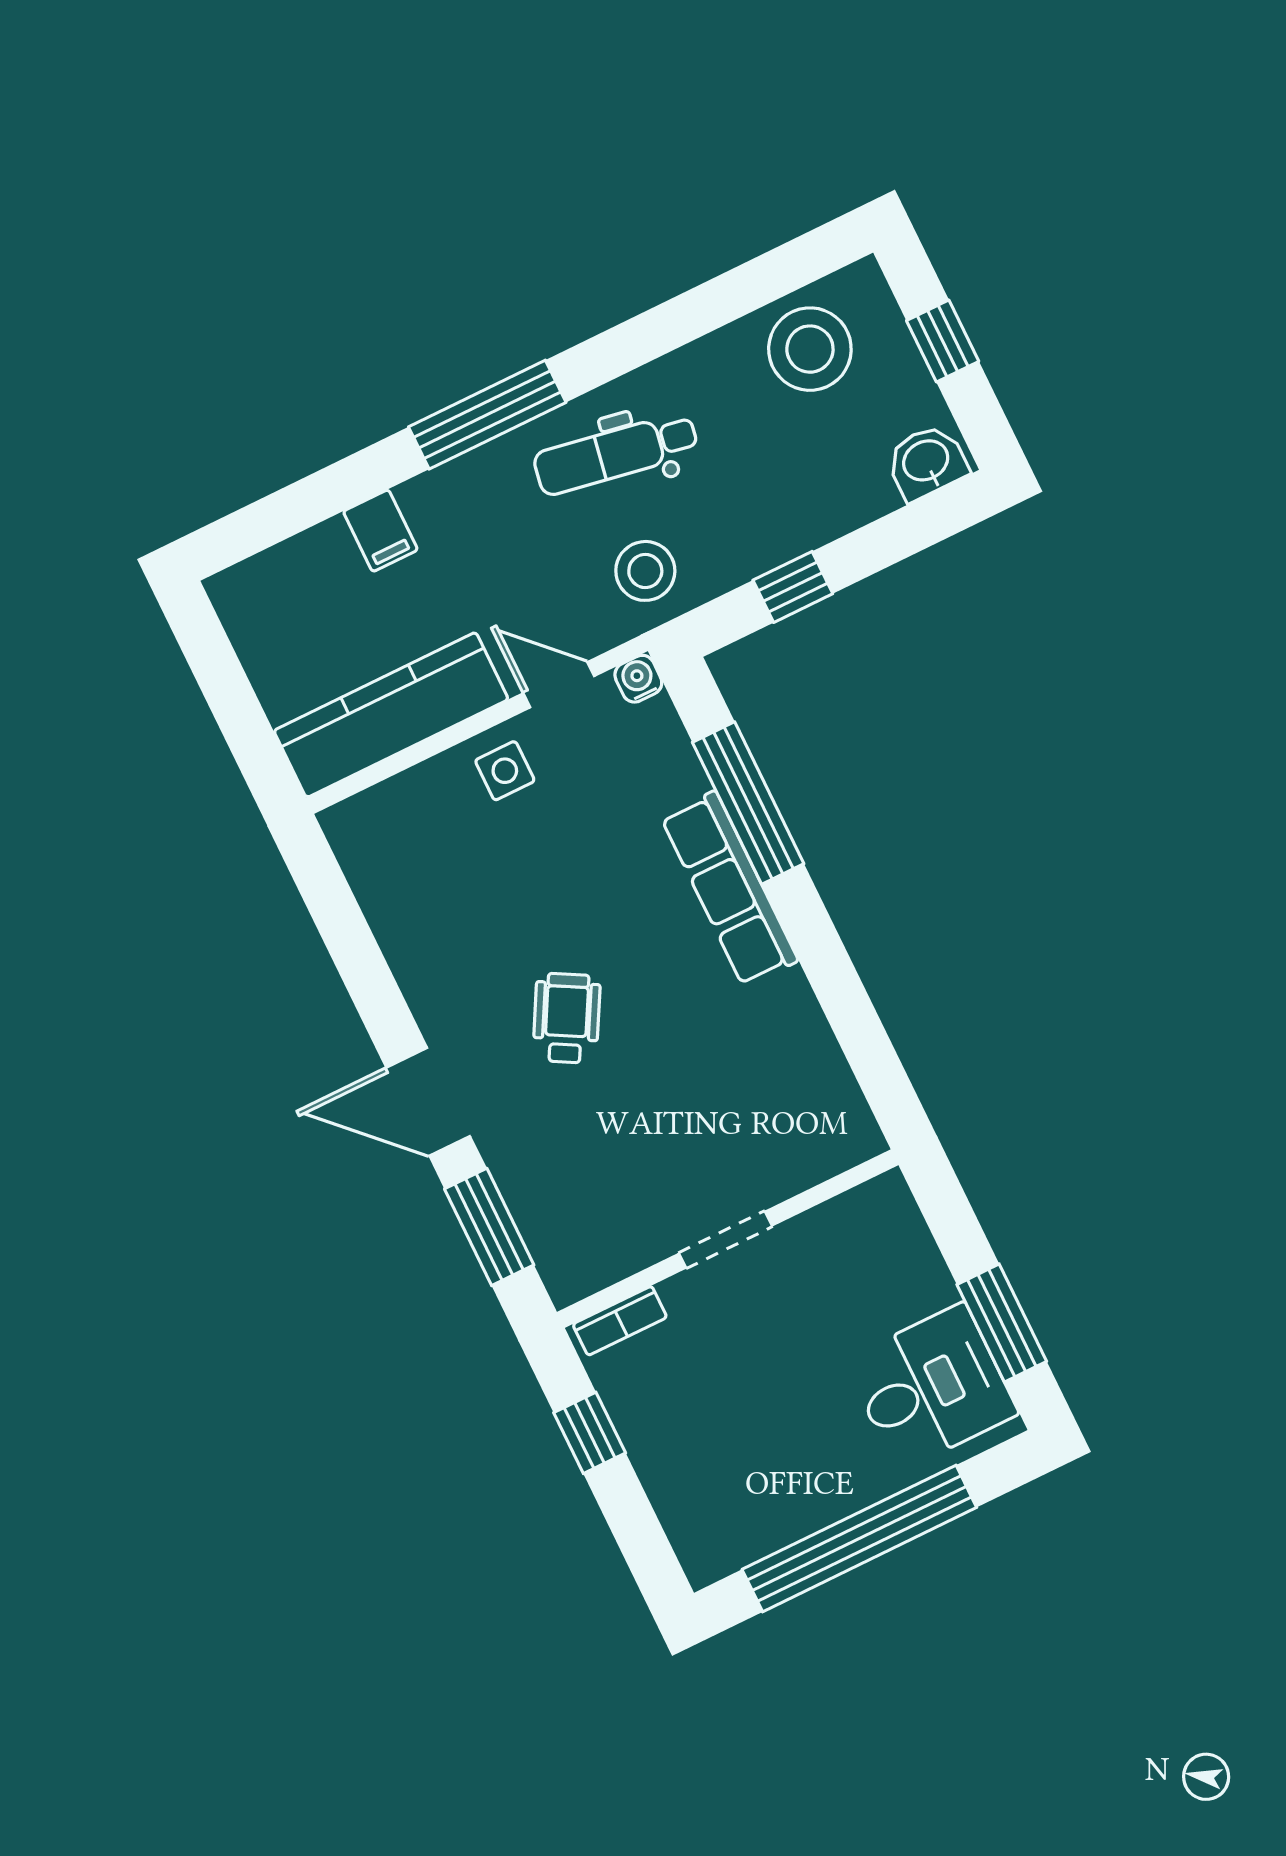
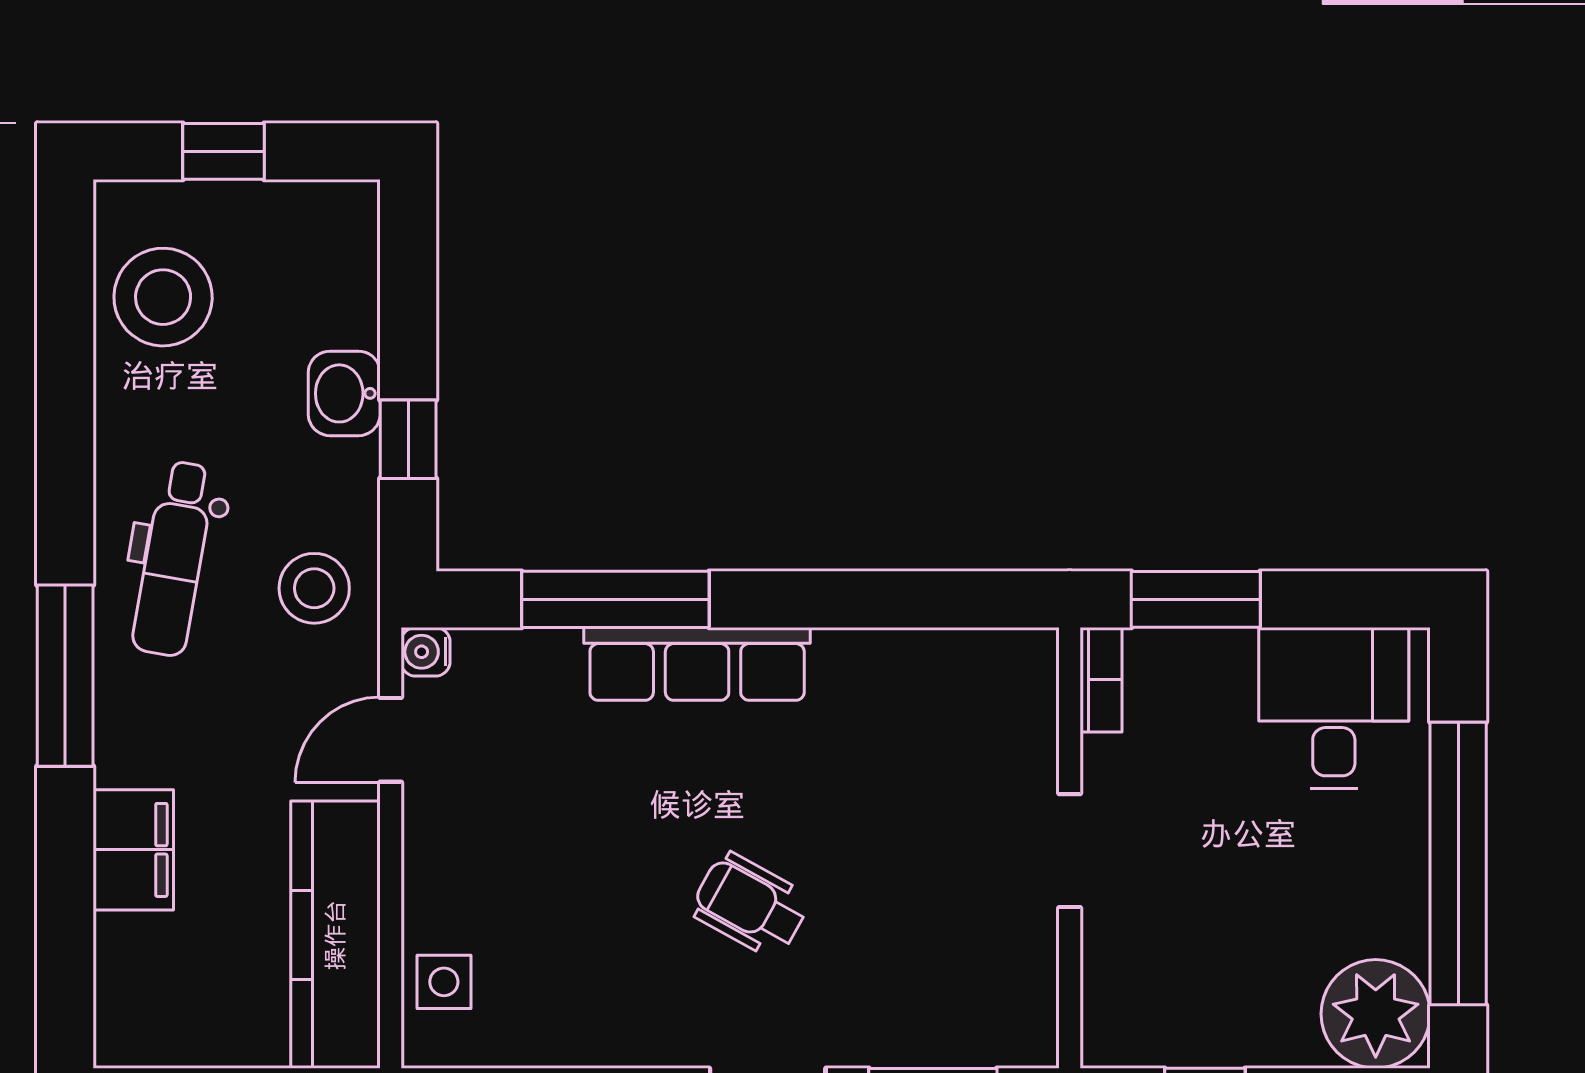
washbasin: (926, 462) -> (344, 393), moved
filing cabinet: (380, 531) -> (133, 850), width x2.00
side table: (505, 771) -> (444, 982), moved
bookcase: (620, 1321) -> (1101, 680), moved
window: (1002, 1323) -> (1196, 599), moved
plant: (715, 1532) -> (1376, 1014), added

